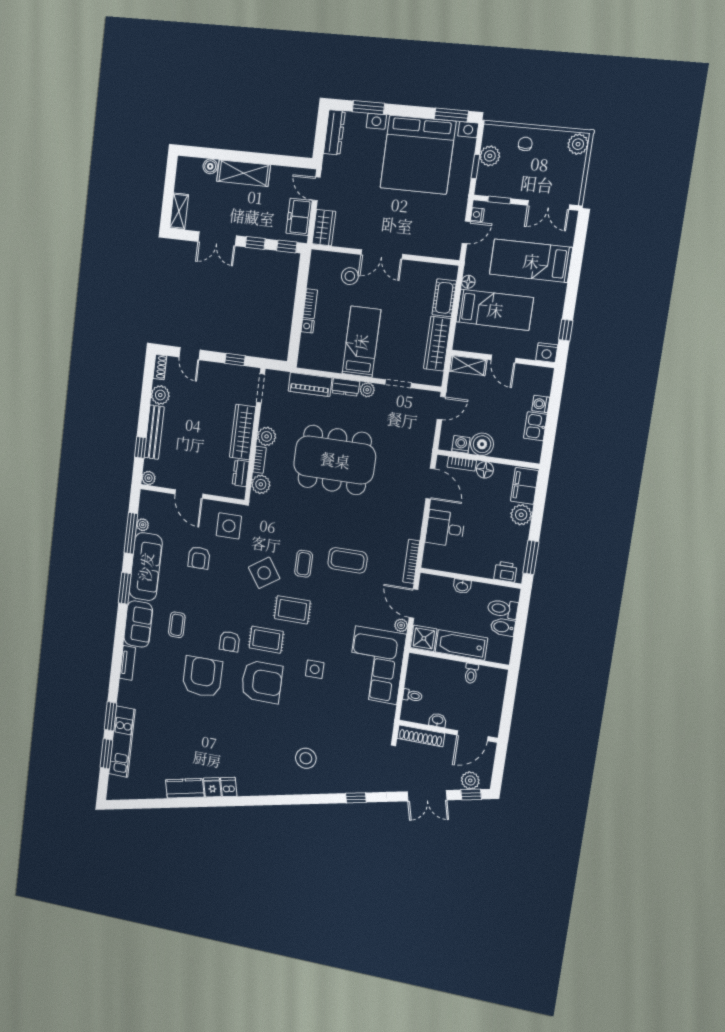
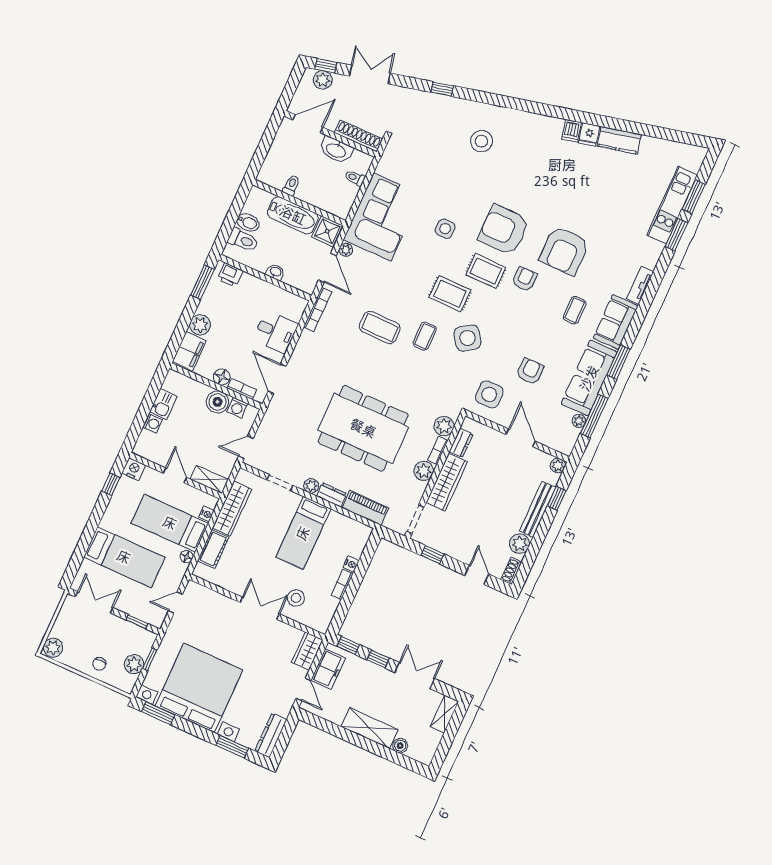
nightstand: (477, 215) -> (206, 514), moved
washbasin: (438, 720) -> (336, 150), width x1.91, depth x1.45

